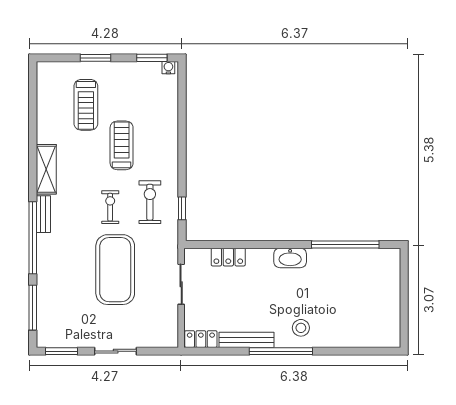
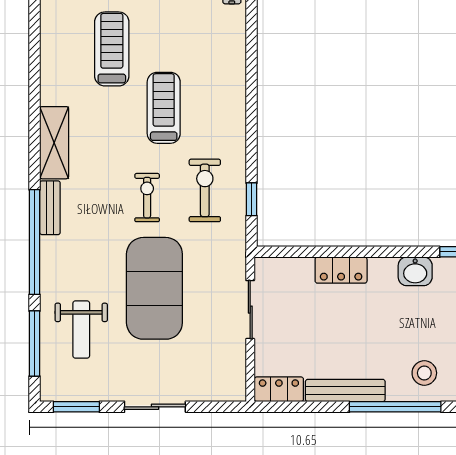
treadmill: (86, 105) -> (112, 49), turned 180
locker: (228, 257) -> (341, 270), moved
washbasin: (290, 258) -> (415, 271), width x0.72
weight bench: (65, 298) -> (81, 330), added

